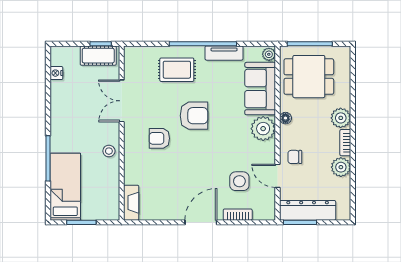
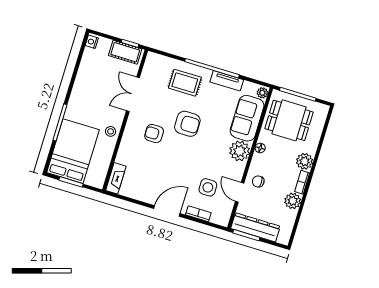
nightstand: (56, 73) -> (92, 42), moved
bed: (65, 187) -> (73, 151), width x1.50

